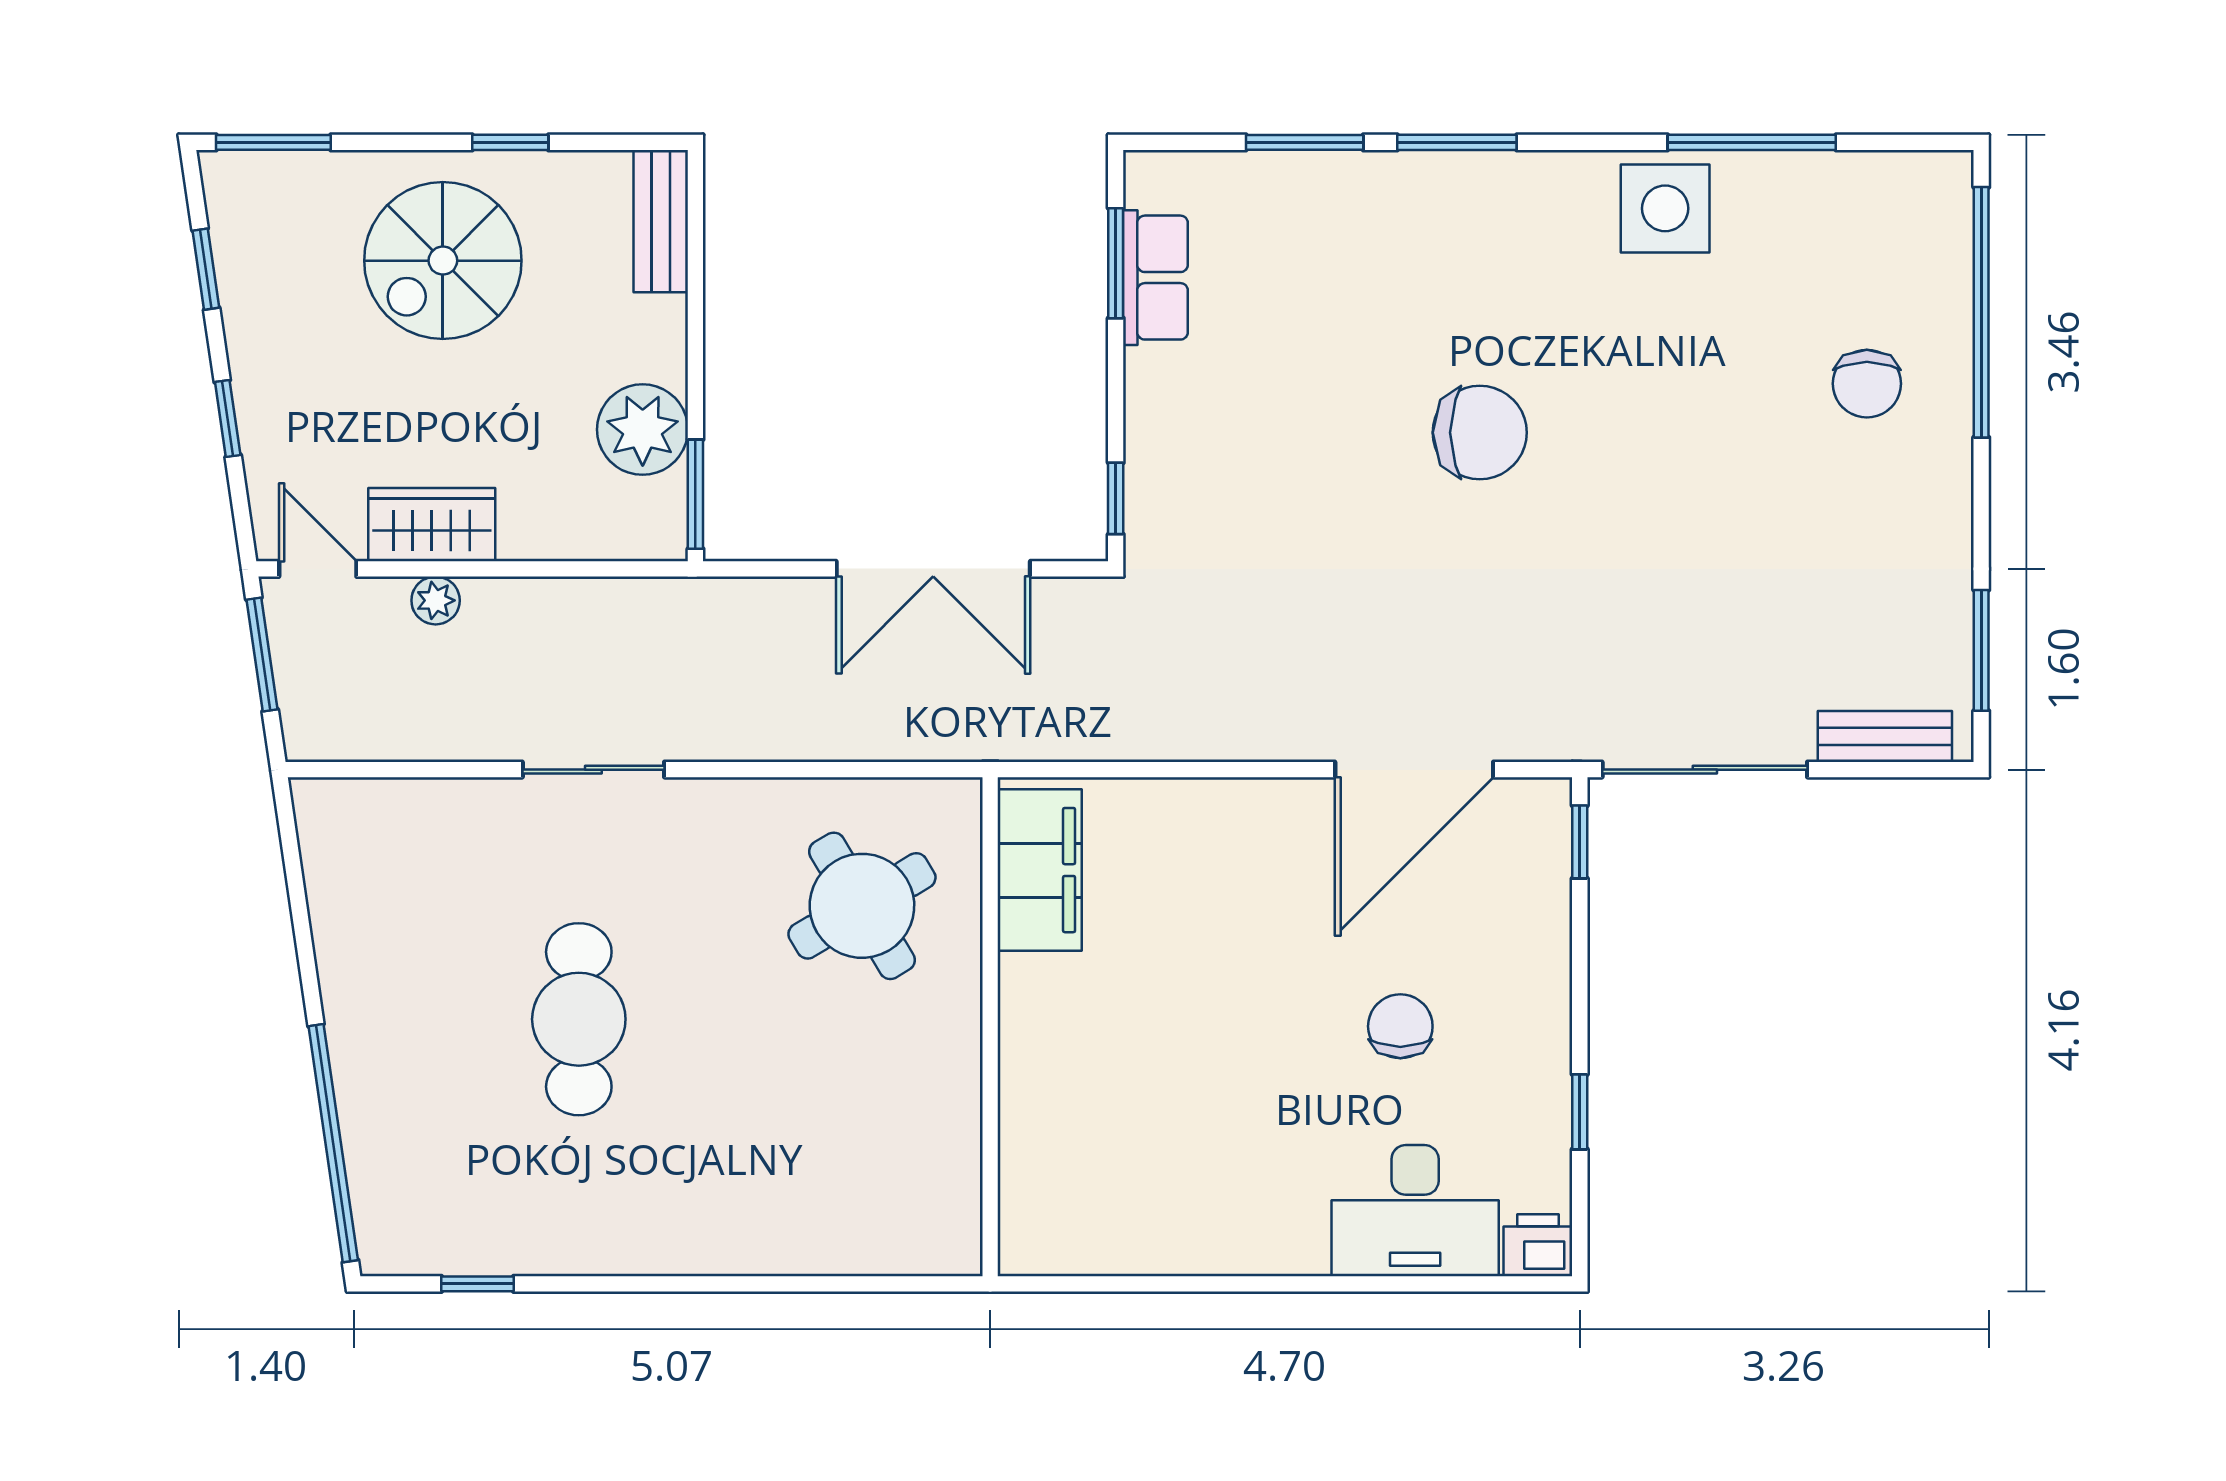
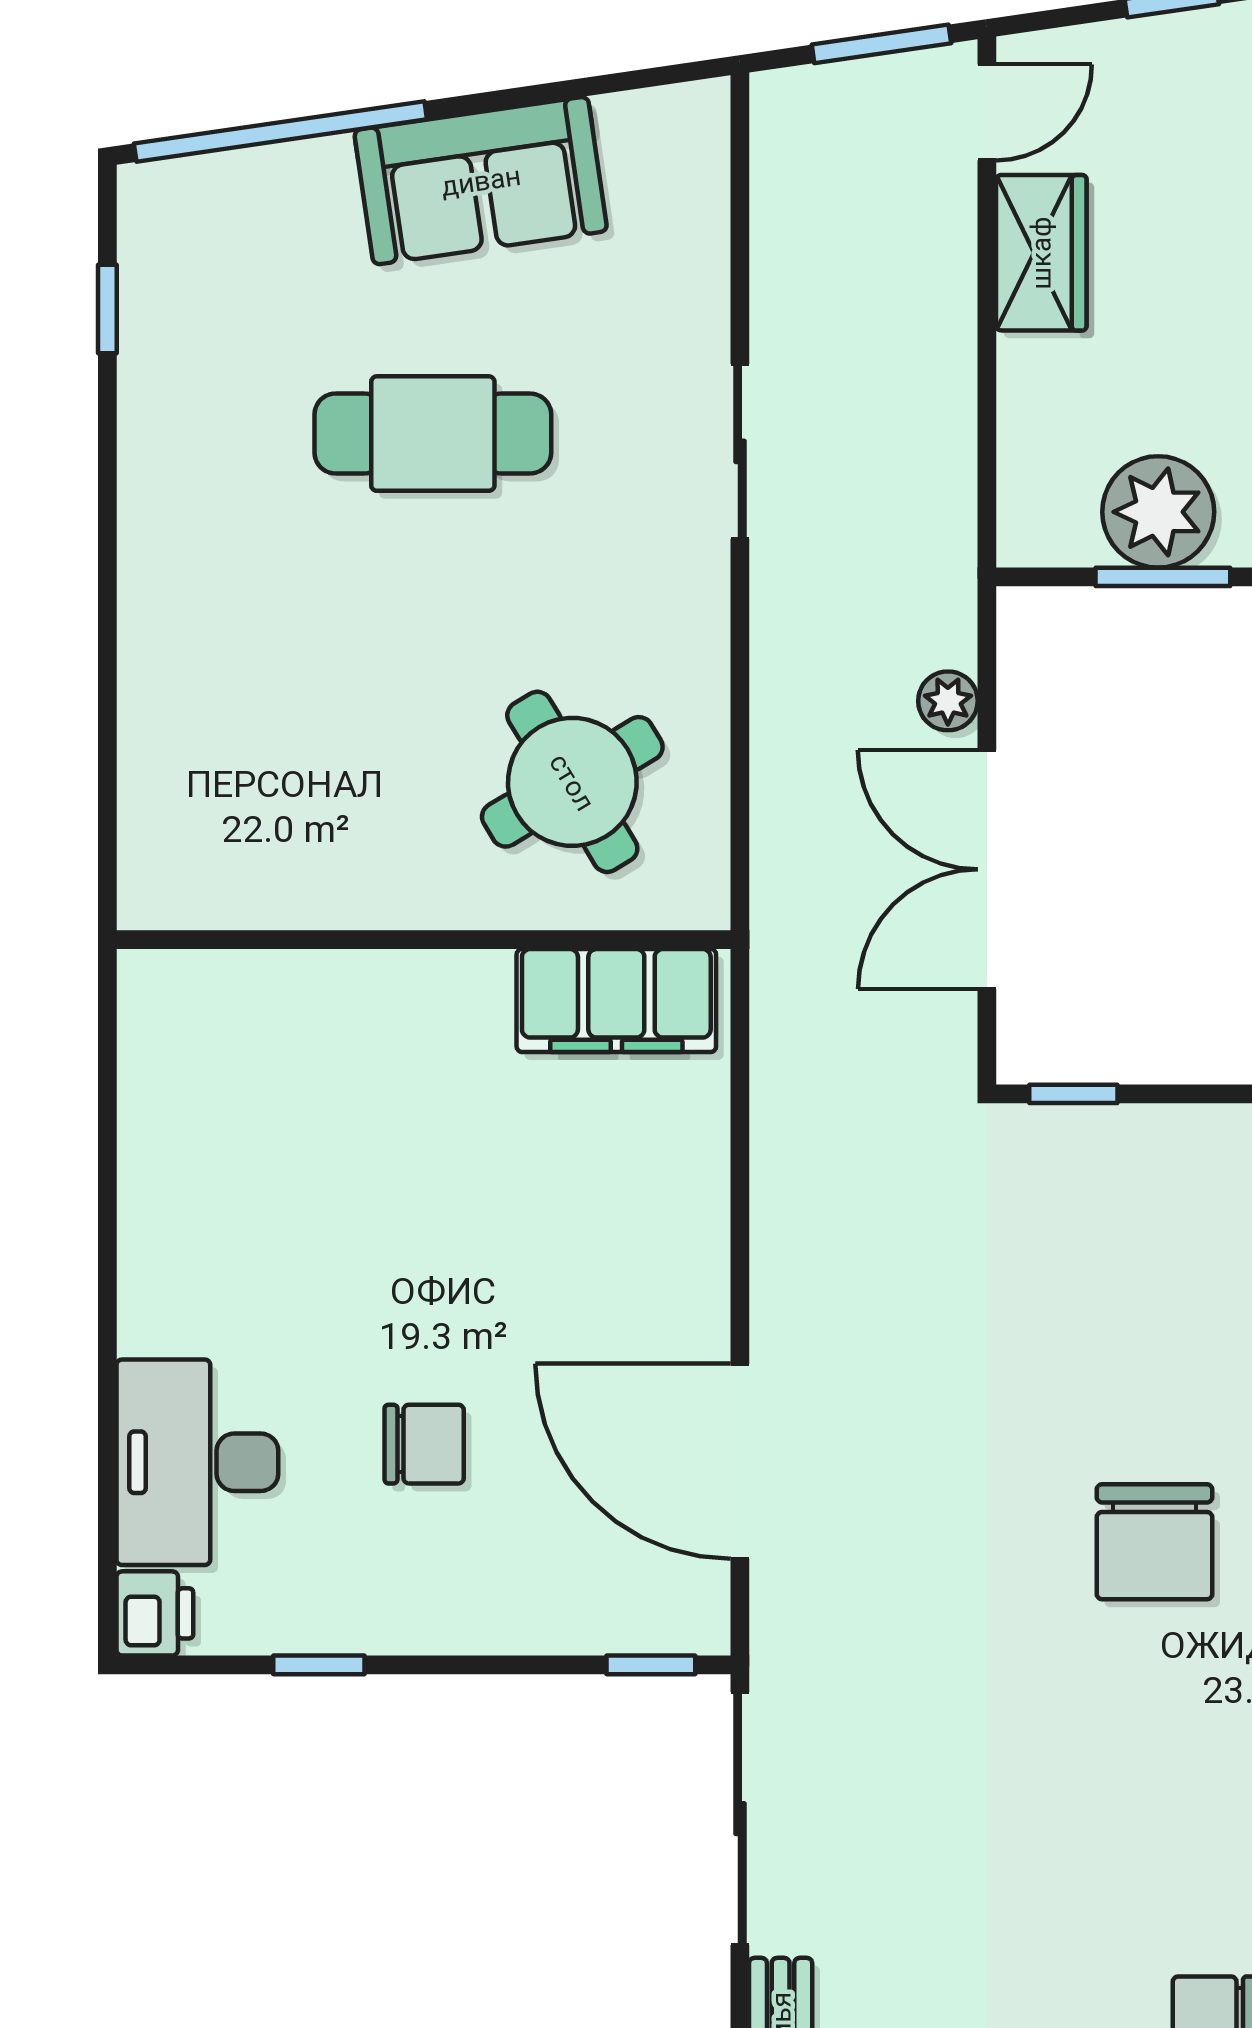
window: (695, 494) -> (1163, 577), moved
plant: (436, 600) -> (948, 701), moved
sofa: (373, 980) -> (481, 181), added

